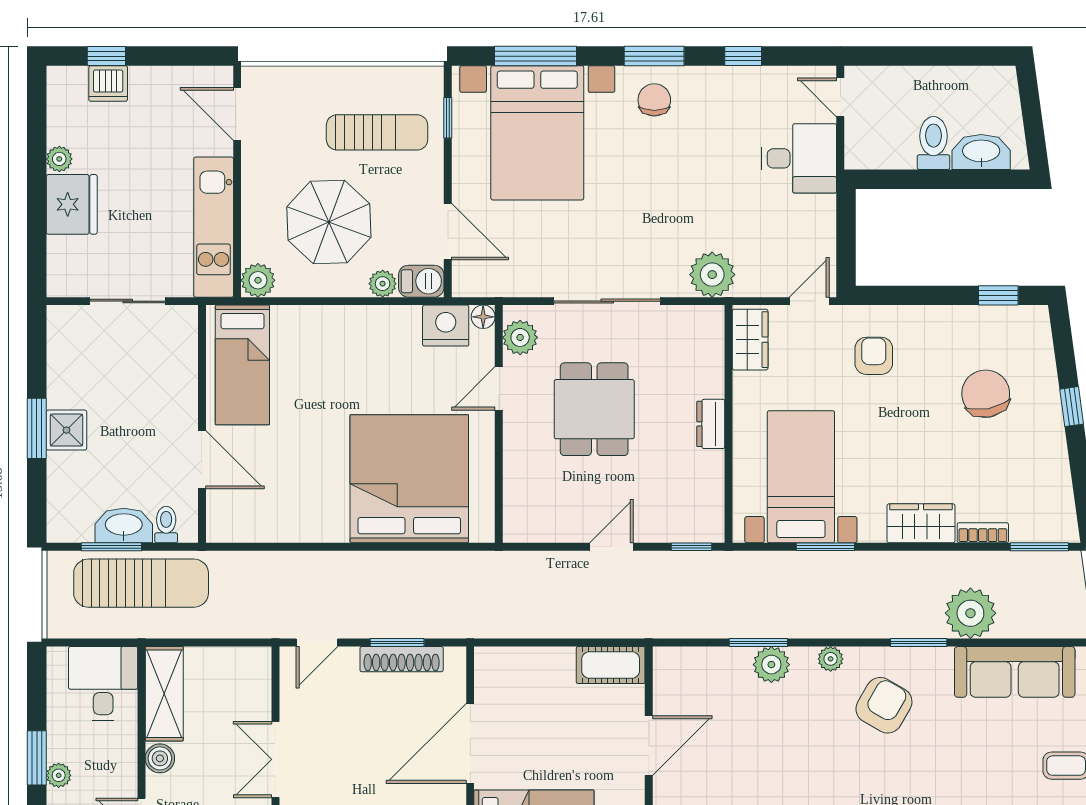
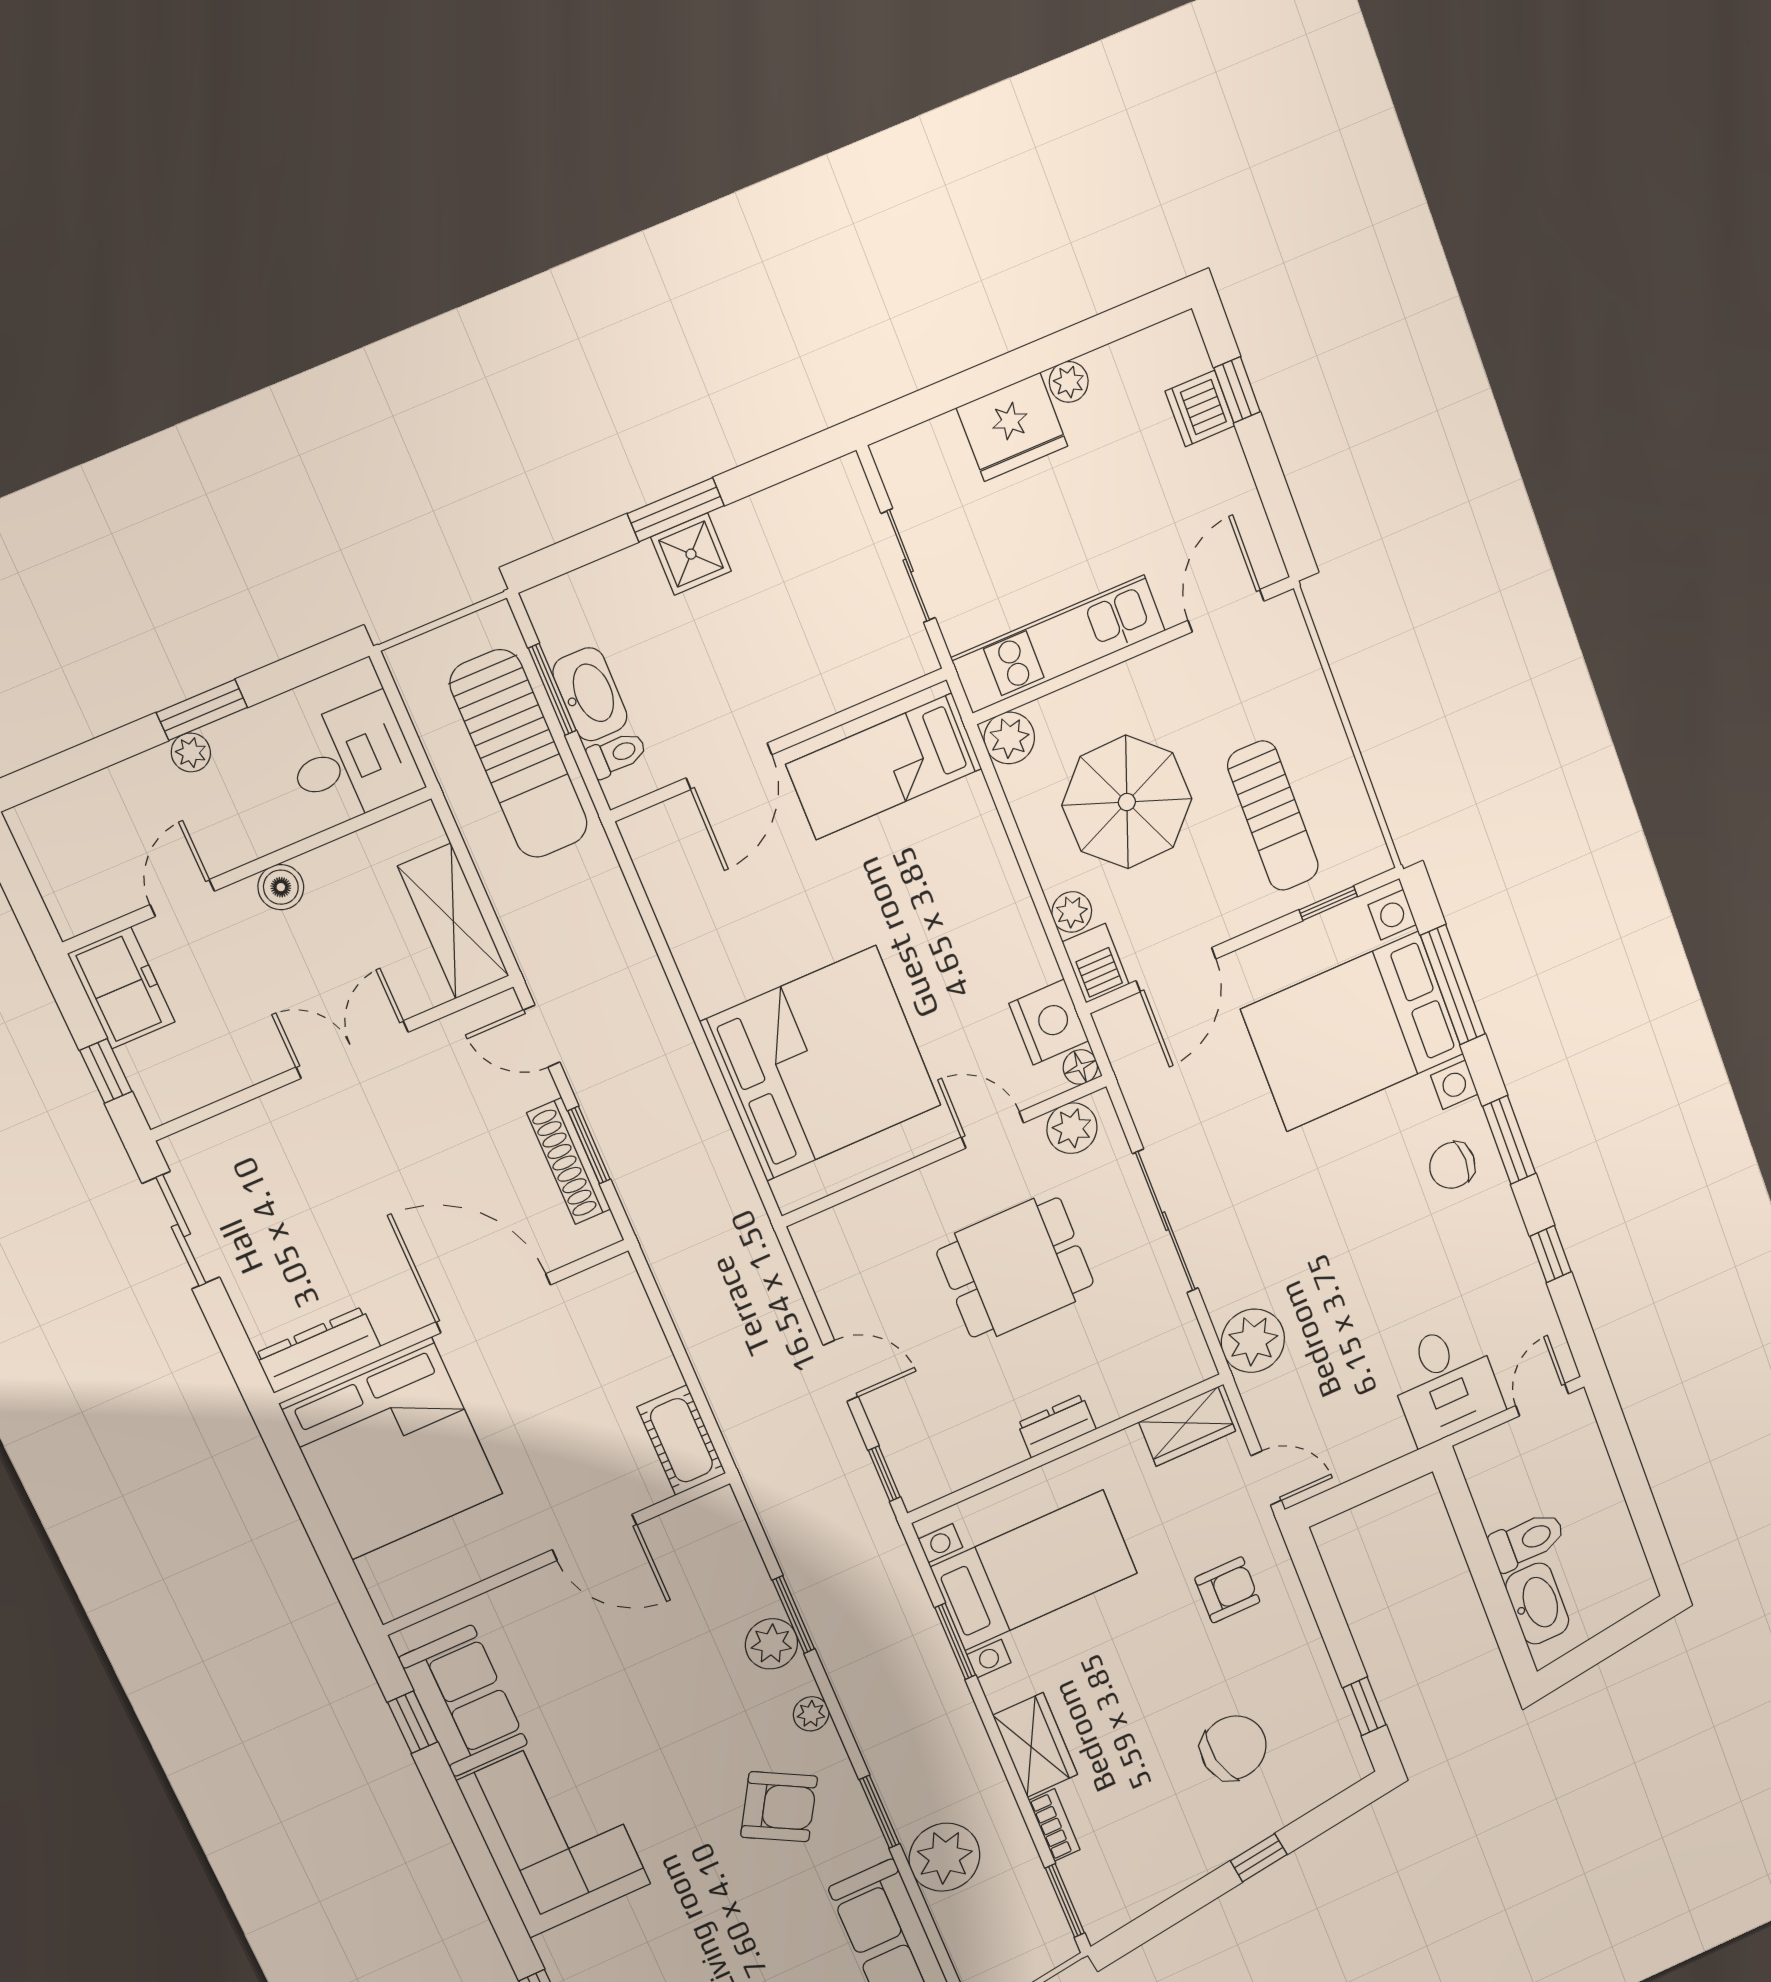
chair: (654, 100) -> (1452, 1165), turned 180
shelving: (164, 694) -> (453, 921), moved, turned 90

